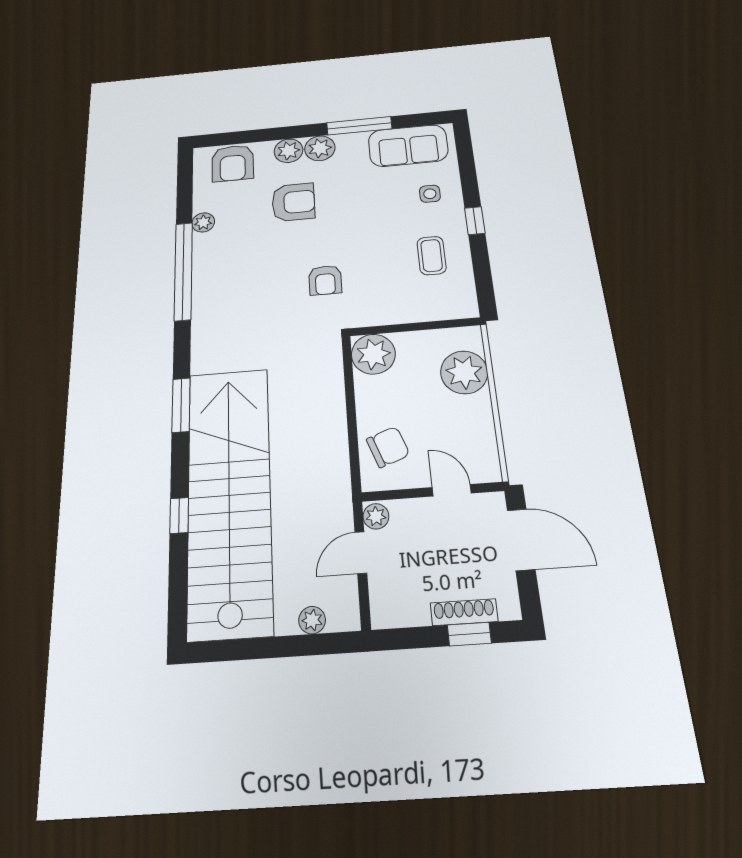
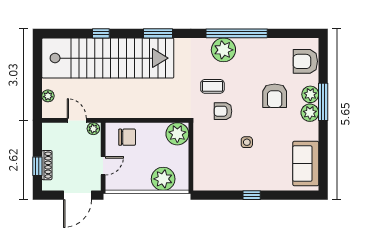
window: (359, 126) -> (323, 102), moved
side table: (430, 194) -> (247, 142), moved
plant: (203, 222) -> (223, 50), moved, width x1.88, depth x1.88
coffee table: (432, 256) -> (212, 86), moved
chair: (388, 447) -> (127, 137), turned -70

